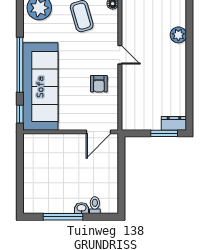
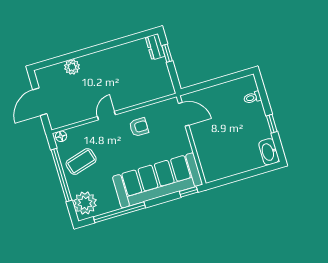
window: (20, 65) -> (119, 212), moved
window: (164, 133) -> (167, 53), width x0.67
washbasin: (82, 208) -> (269, 152), moved, width x1.91, depth x1.45
window: (63, 217) -> (272, 124), width x0.46

